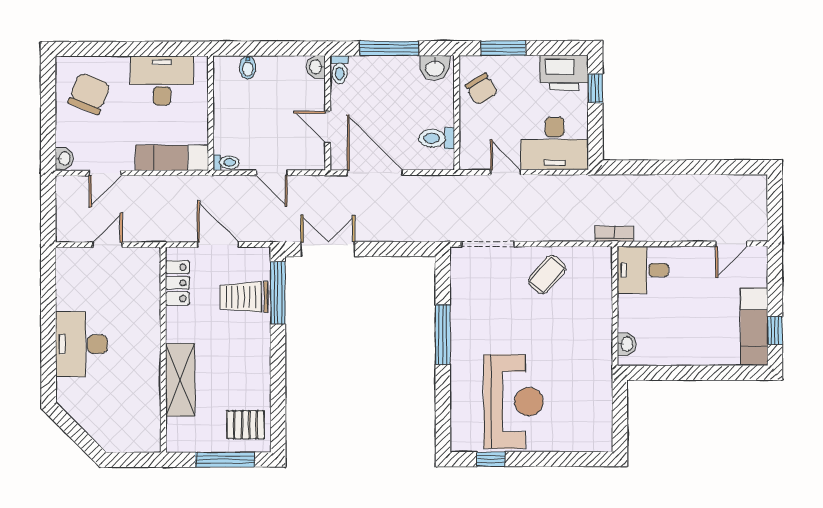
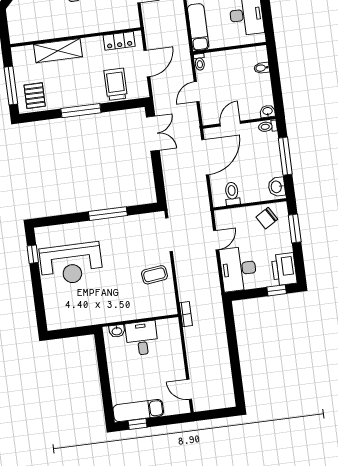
desk: (643, 270) -> (142, 338), moved
coffee table: (547, 275) -> (154, 275), turned -48
window: (278, 293) -> (81, 111), moved

